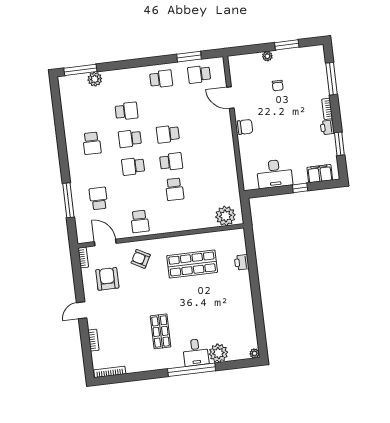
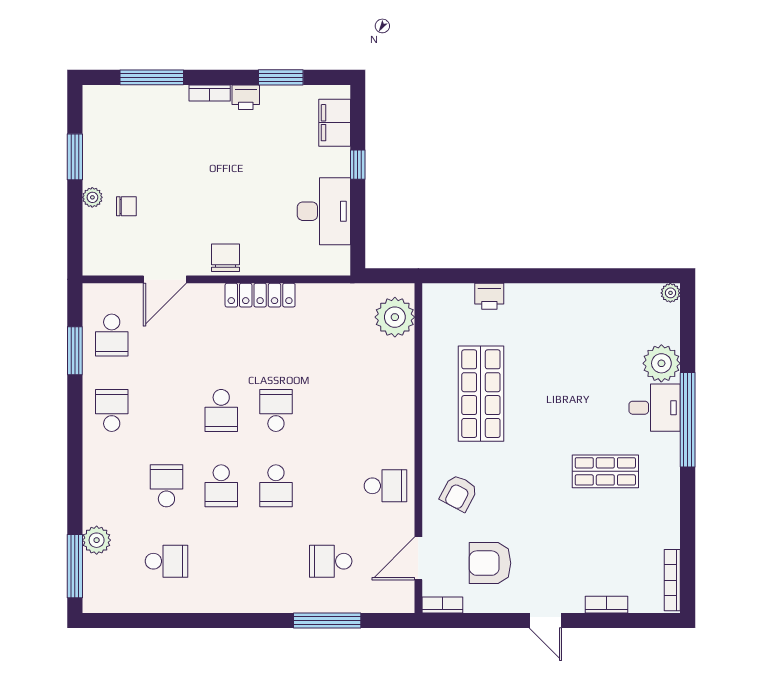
chair: (278, 86) -> (126, 206), moved
school desk: (92, 143) -> (166, 561), moved
locker: (228, 147) -> (260, 295), added
school desk: (174, 189) -> (331, 410), removed

